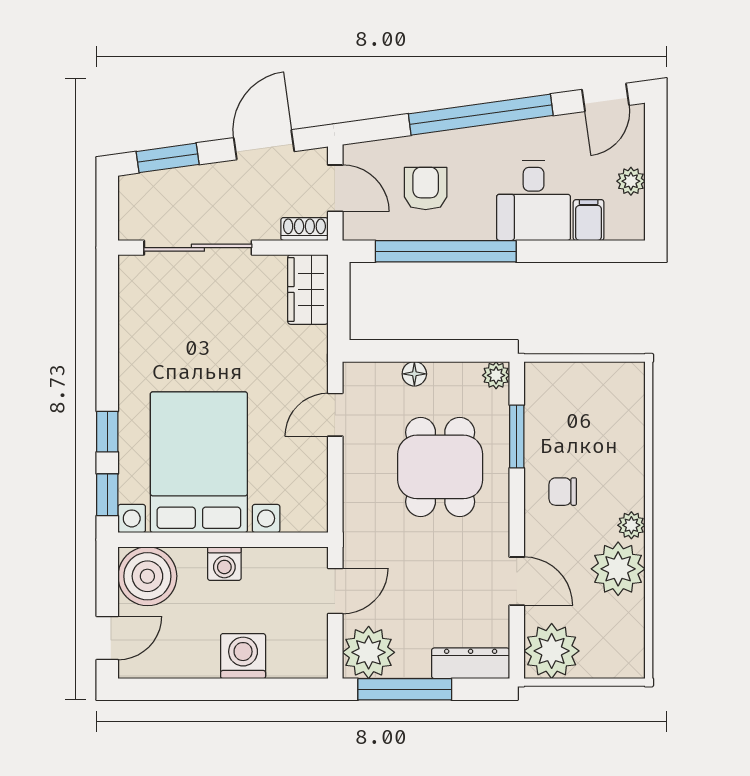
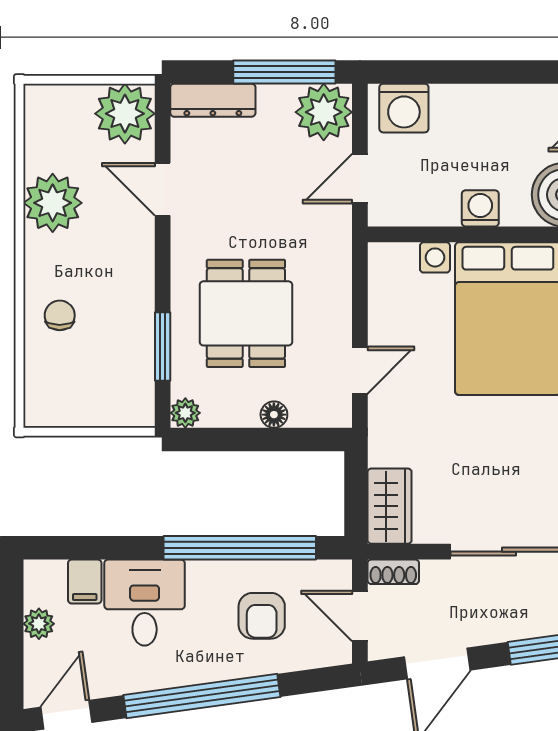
chair: (563, 492) -> (60, 315), moved, turned -90
plant: (631, 525) -> (38, 250), removed
washing machine: (243, 656) -> (404, 108), moved

